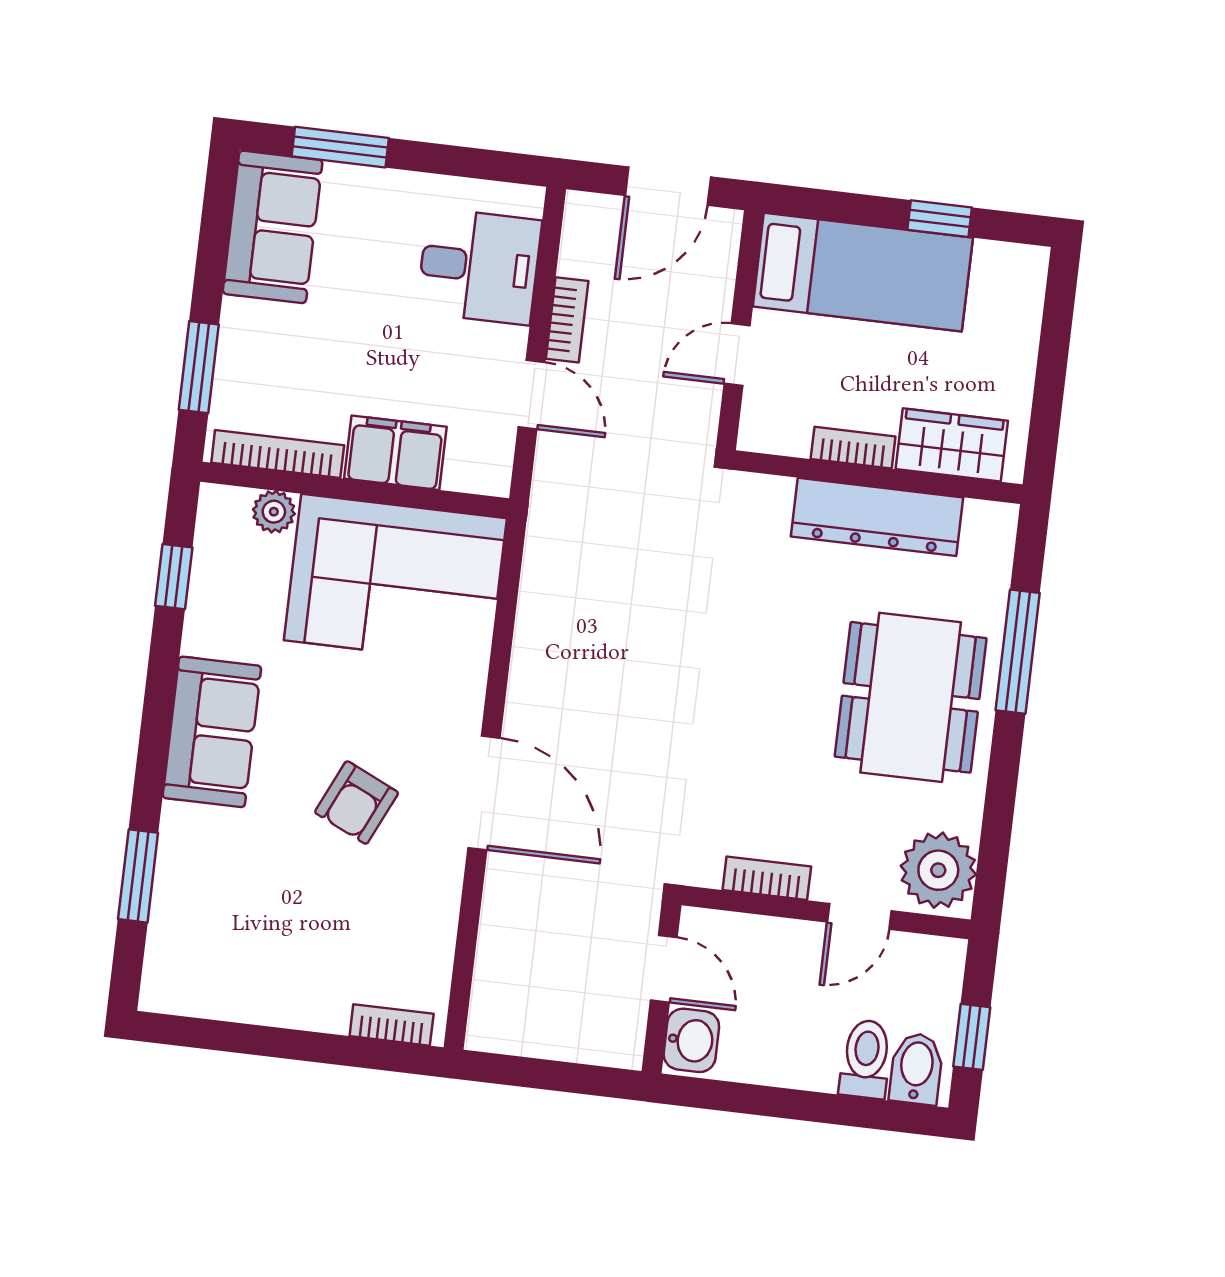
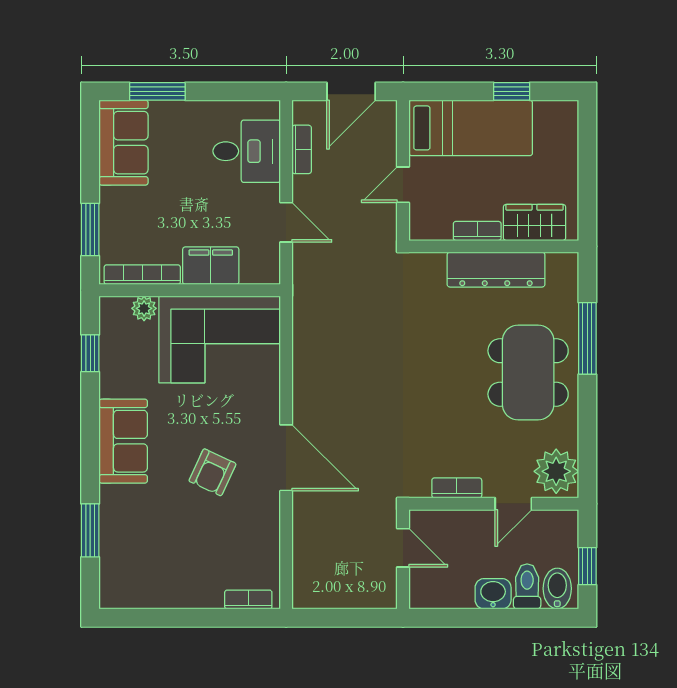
bookcase: (567, 320) -> (302, 149), moved
washbasin: (691, 1040) -> (493, 594), moved, turned -90

